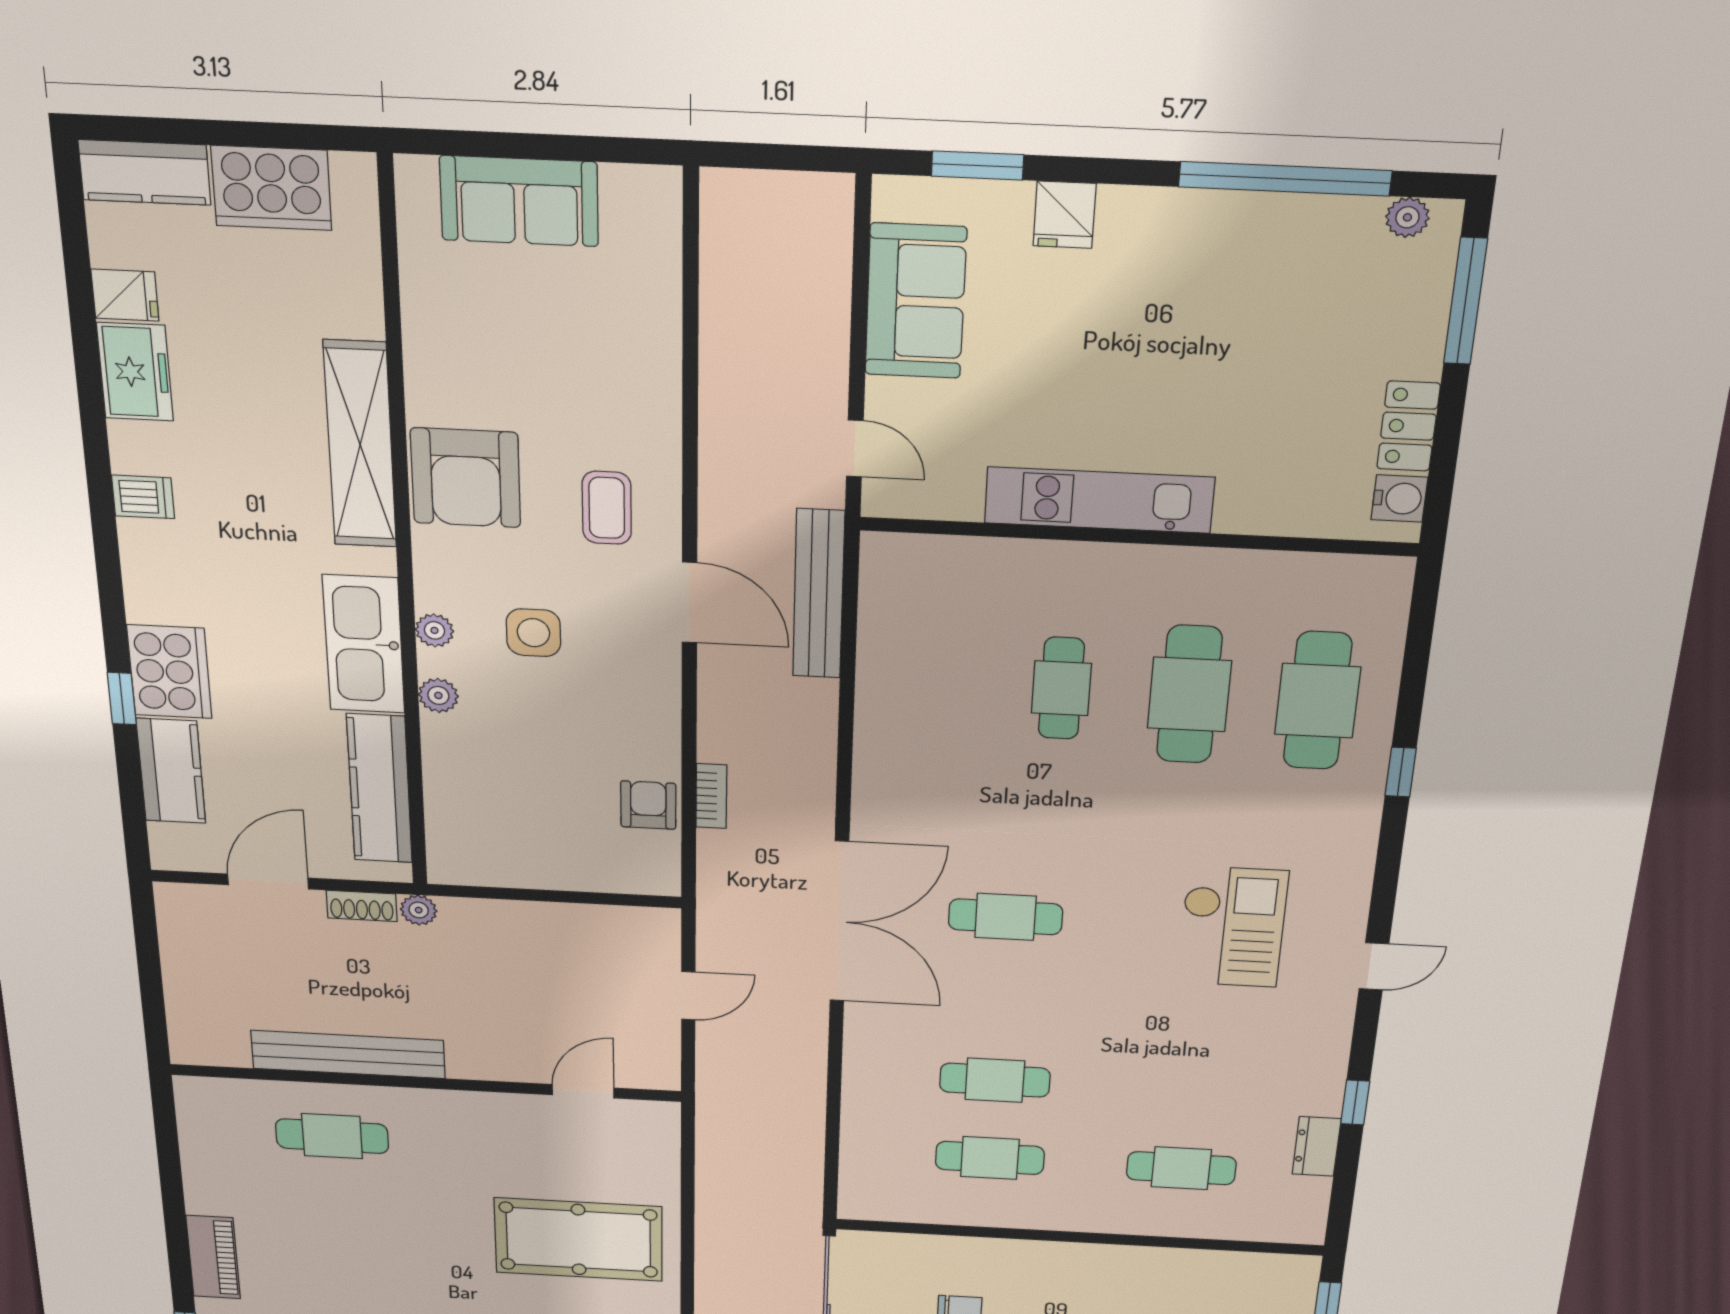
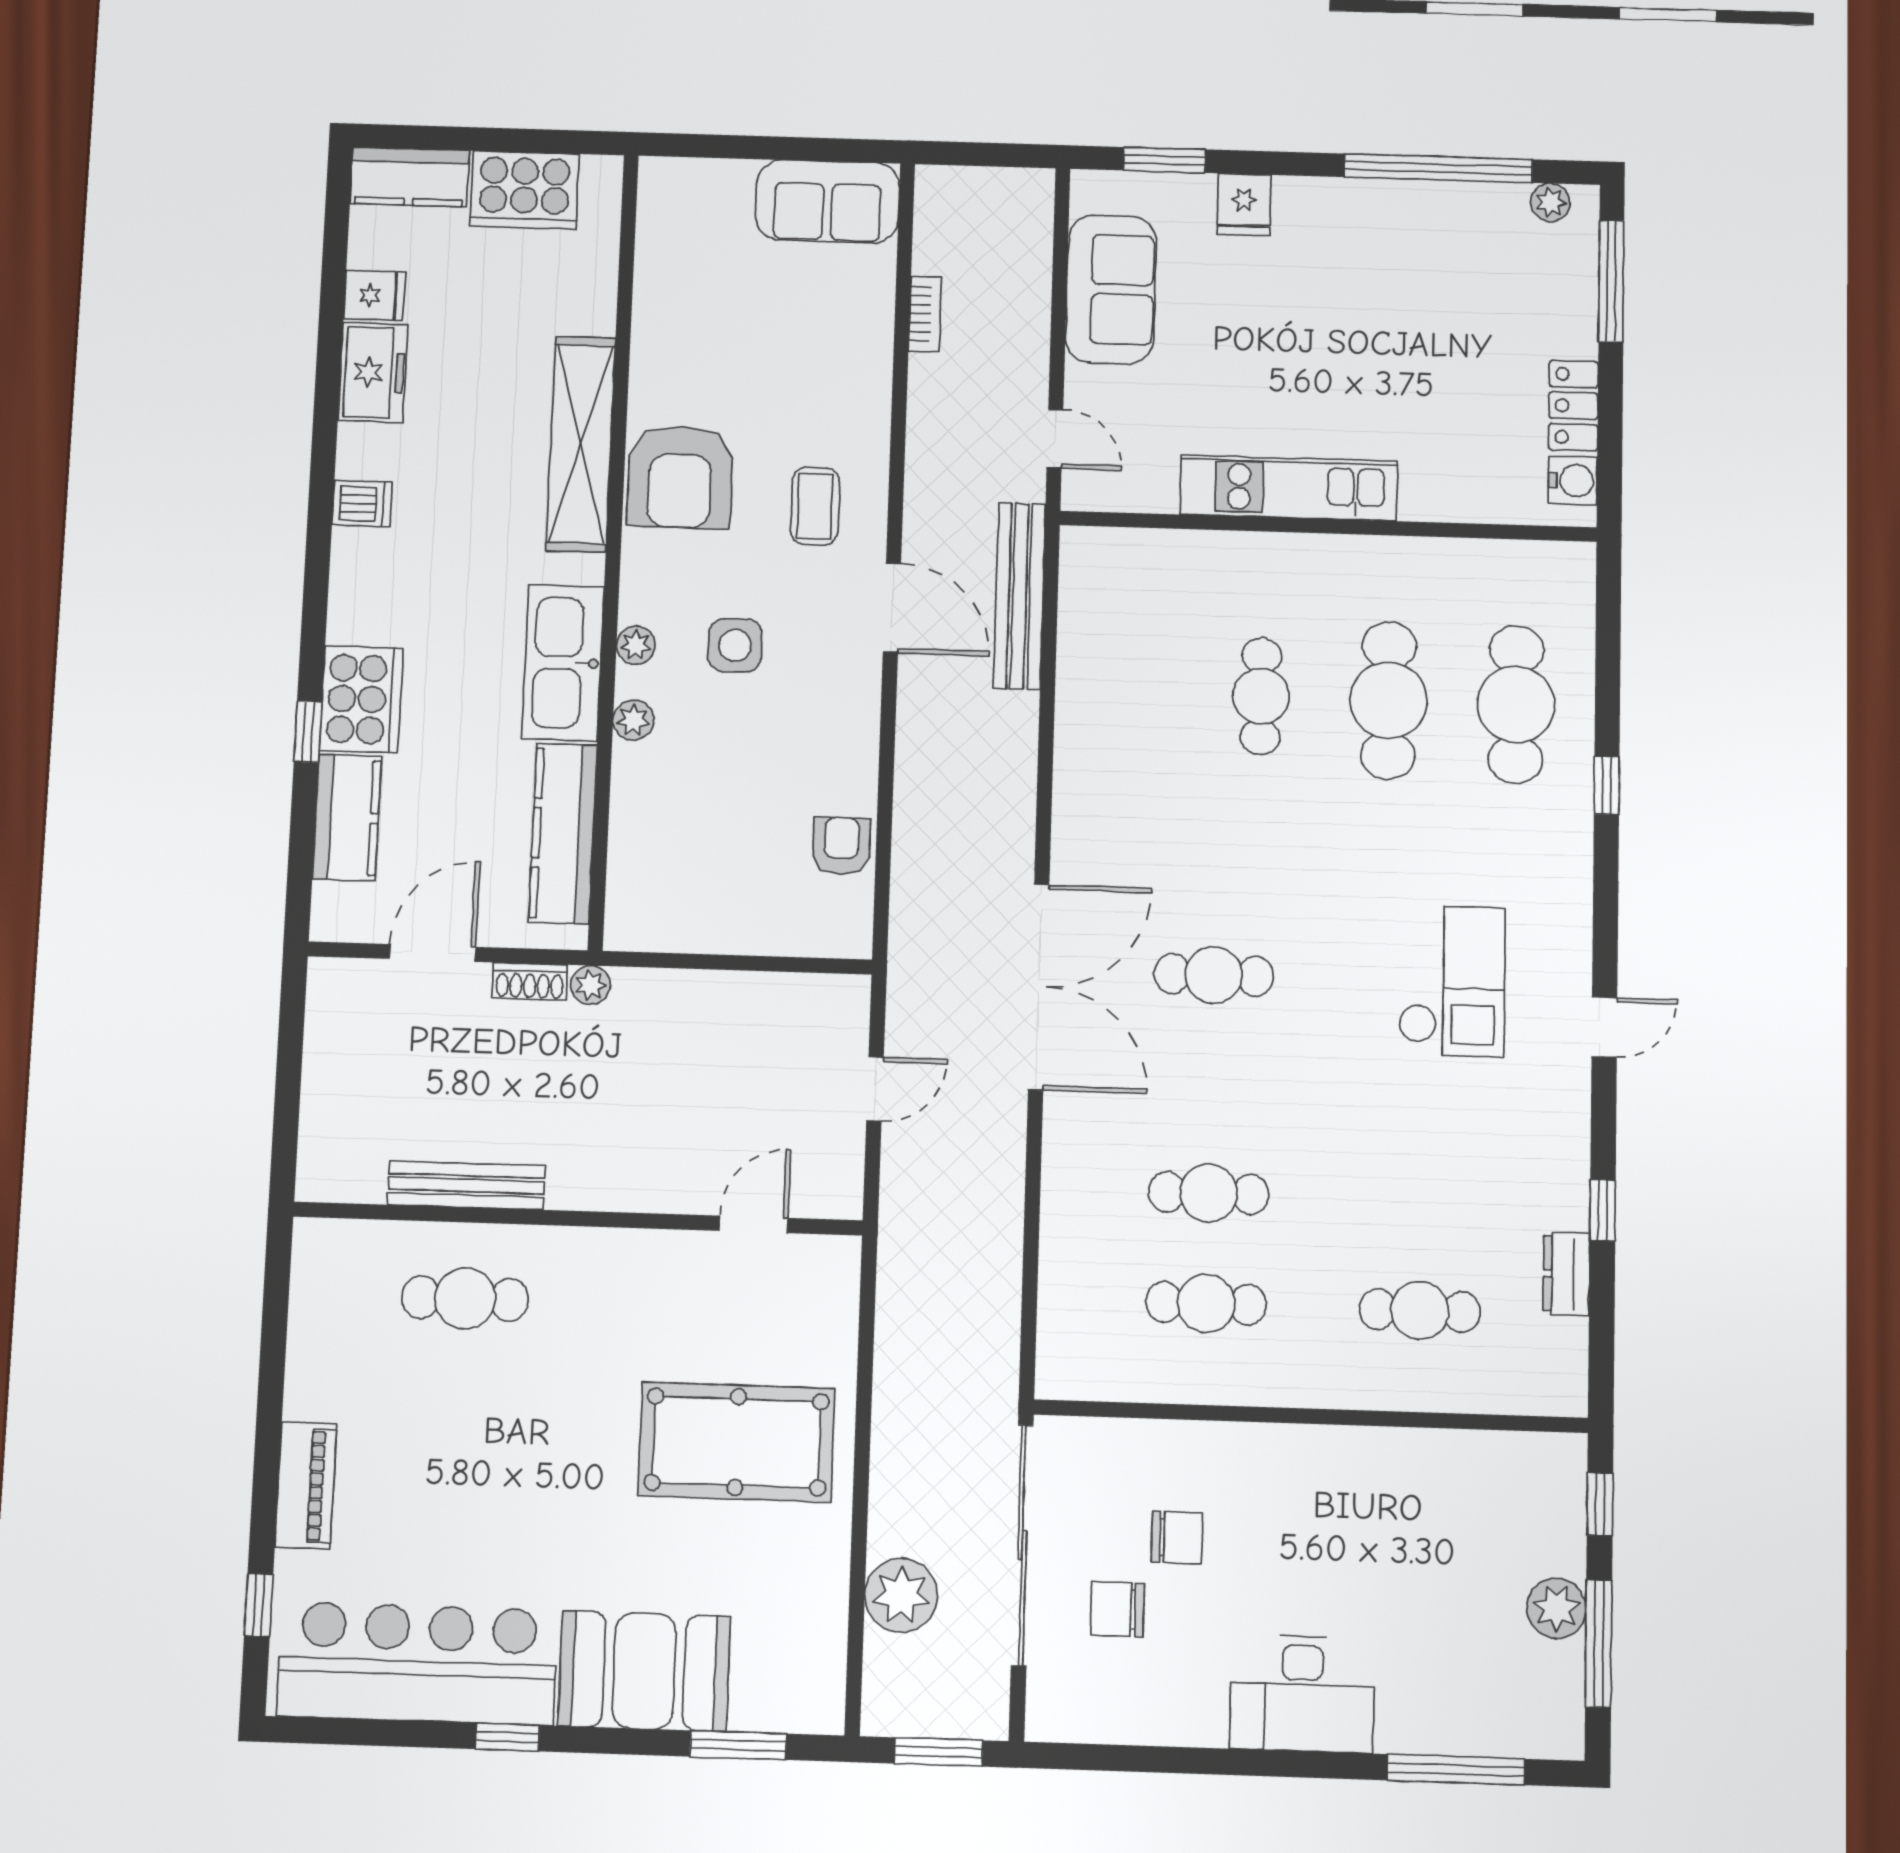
sofa: (519, 201) -> (828, 201), moved
bookcase: (711, 796) -> (925, 314), moved
bench: (348, 1054) -> (466, 1185), width x0.73, depth x0.82

